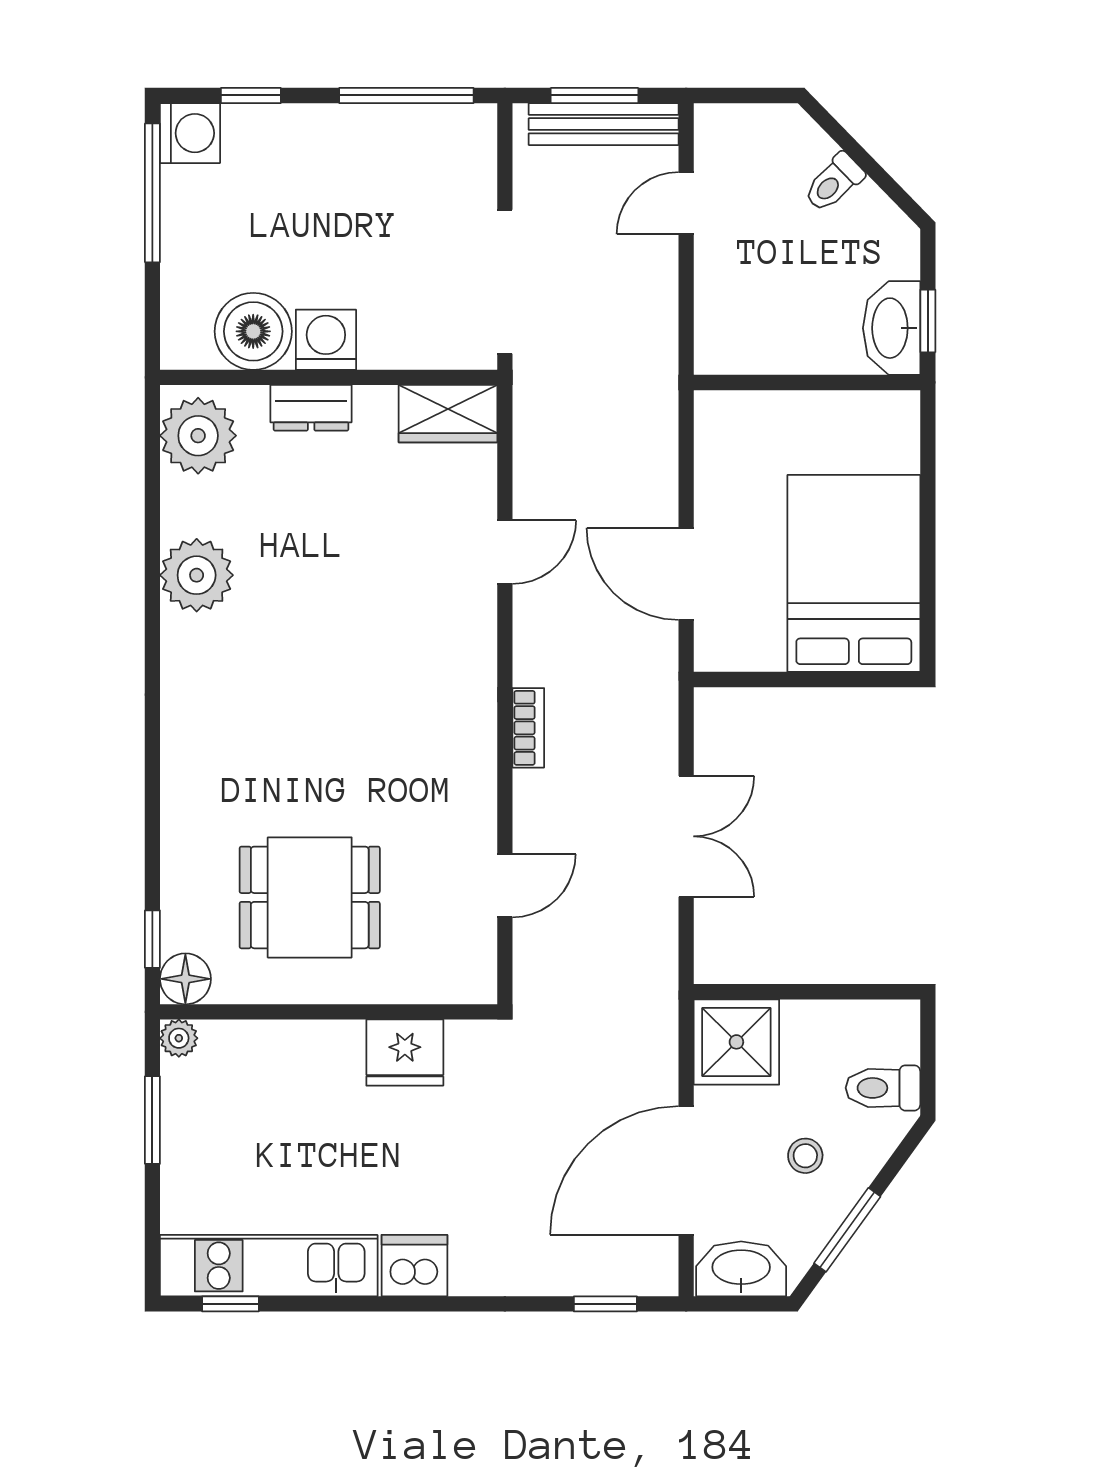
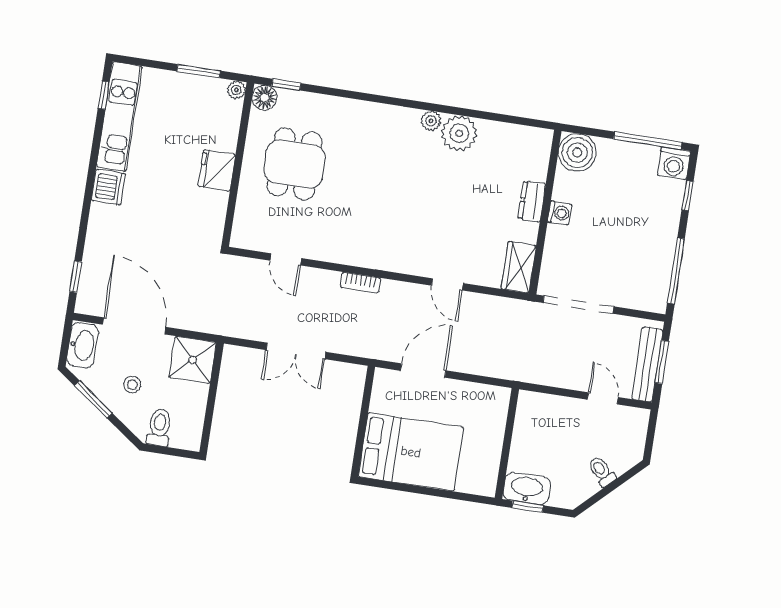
boiler: (253, 331) -> (577, 153), moved
washing machine: (326, 340) -> (560, 213), width x0.73, depth x0.73
plant: (198, 436) -> (431, 121), moved, width x0.53, depth x0.53
fridge: (405, 1053) -> (217, 170), moved

